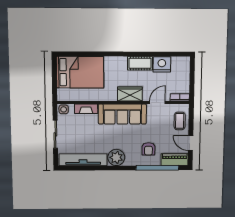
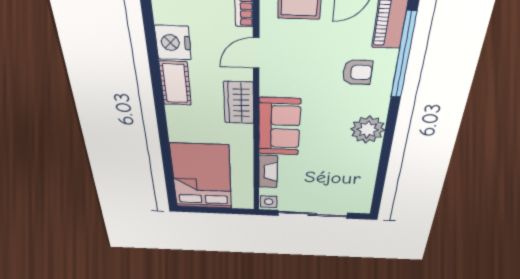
door: (157, 103) -> (256, 53), hinge flipped
sofa: (122, 114) -> (279, 127), width x0.73
sliding door: (55, 134) -> (312, 214), width x1.37
tv unit: (83, 160) -> (364, 180), removed

